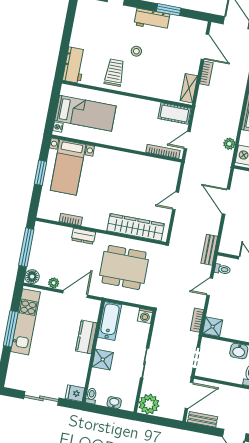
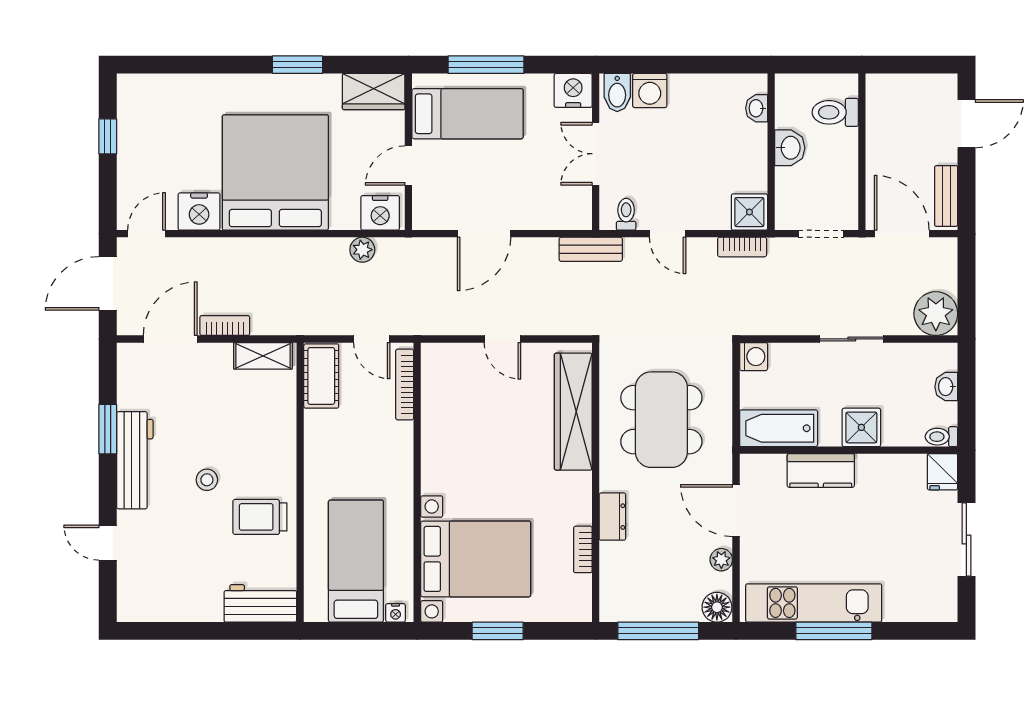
workbench: (152, 19) -> (135, 460), width x1.38
bed with nightstands: (68, 167) -> (476, 559), width x1.36

